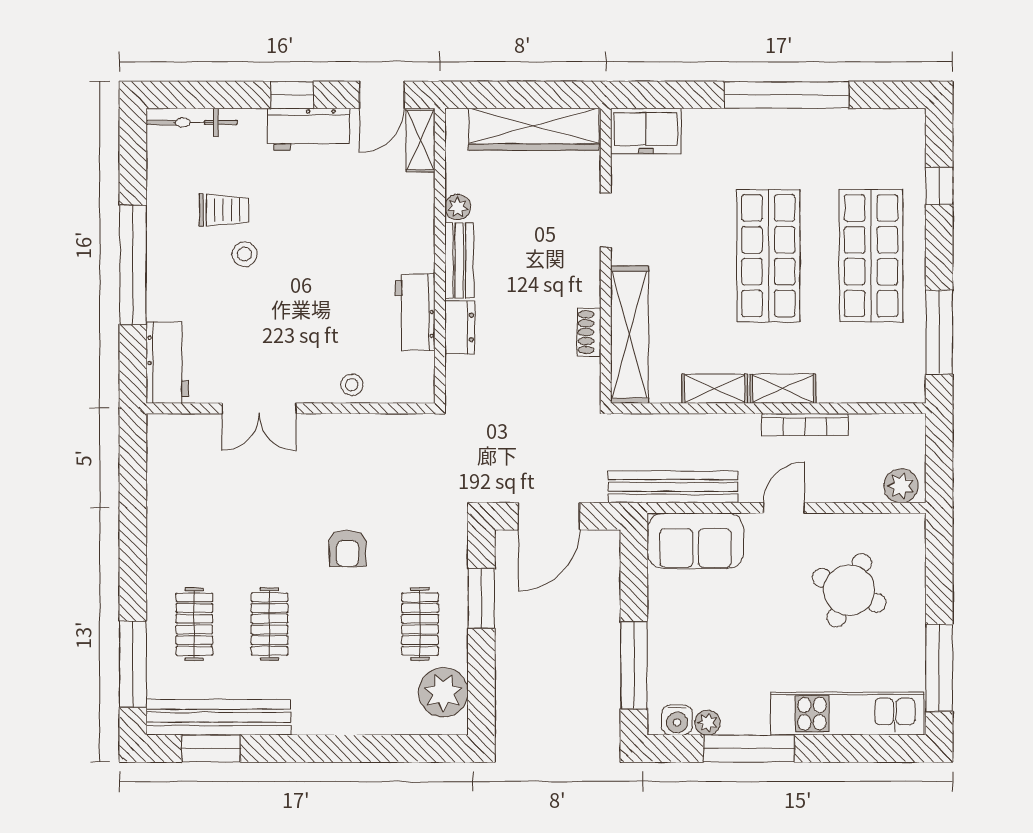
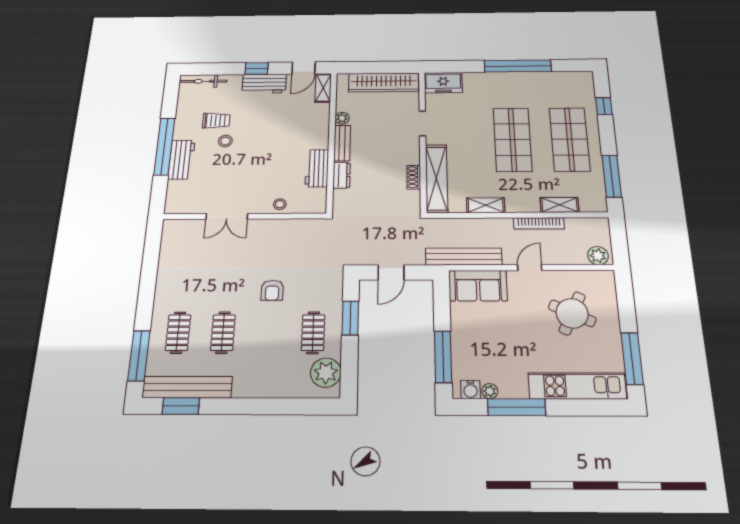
workbench: (167, 363) -> (182, 160), moved
shelving: (783, 389) -> (560, 205), moved
door: (549, 516) -> (391, 273), width x0.73

